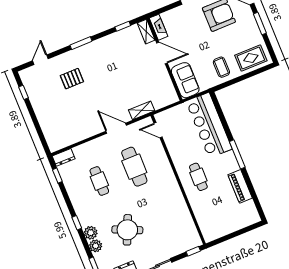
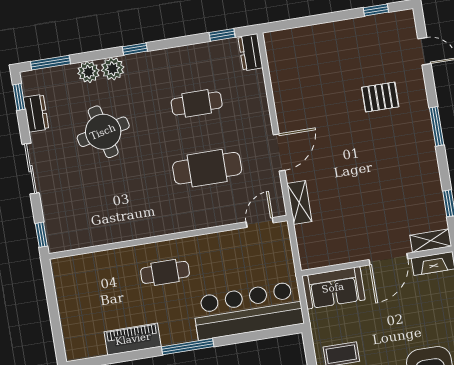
pallet: (72, 79) -> (380, 97), turned 90
round table: (127, 230) -> (103, 132), turned -37

